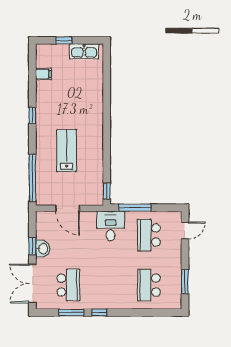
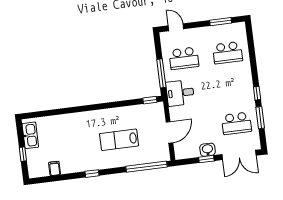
school desk: (68, 285) -> (236, 123), turned 180

